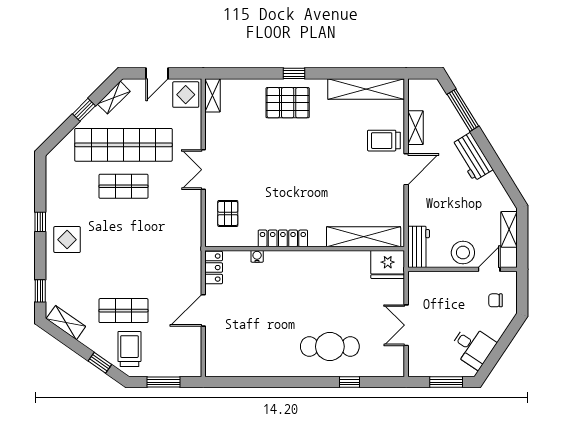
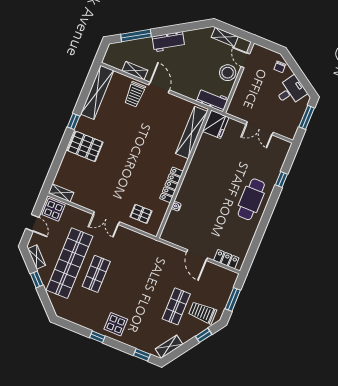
window: (294, 73) -> (73, 122), moved
pallet: (288, 103) -> (85, 146), turned 90
locker: (214, 268) -> (226, 259), moved
chair: (495, 300) -> (280, 67), moved
cafe table: (330, 347) -> (251, 199), moved

